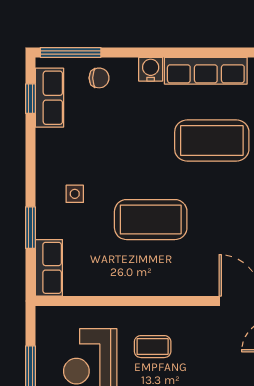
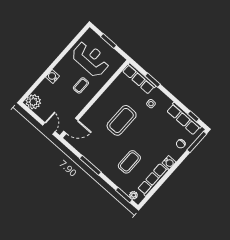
row of seats: (49, 98) -> (184, 119), width x1.48
coffee table: (212, 141) -> (129, 162), width x0.73, depth x0.76
row of seats: (49, 268) -> (139, 79), width x1.48

